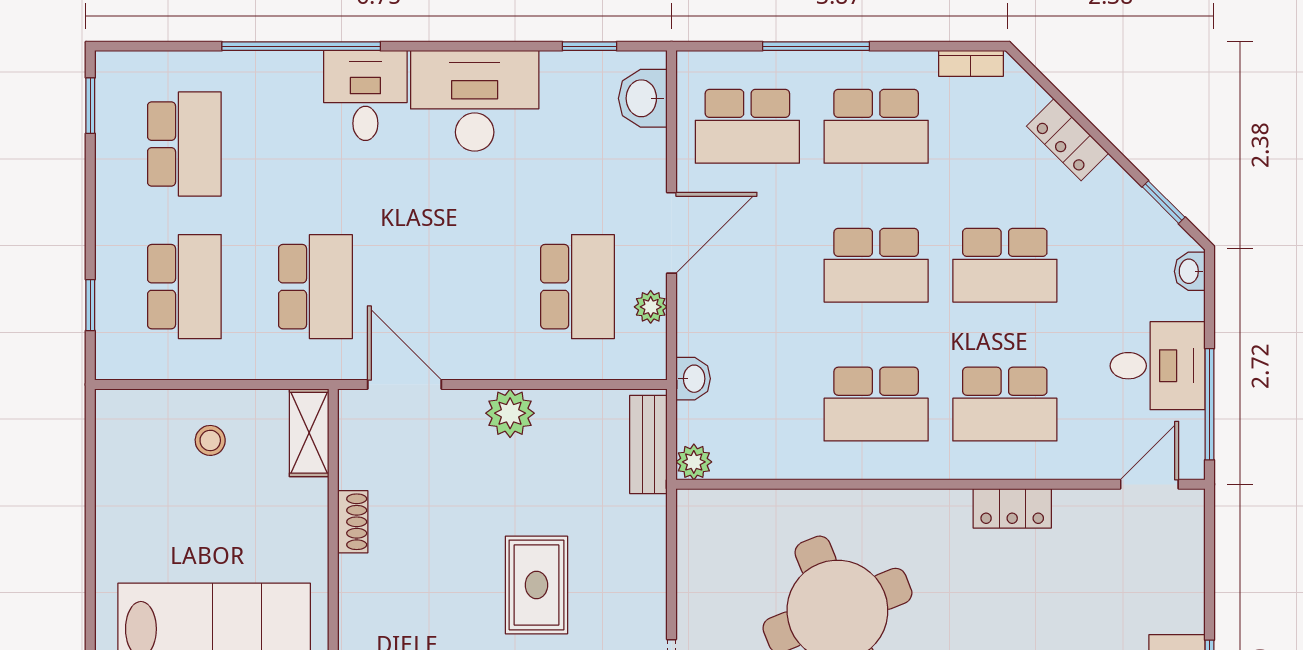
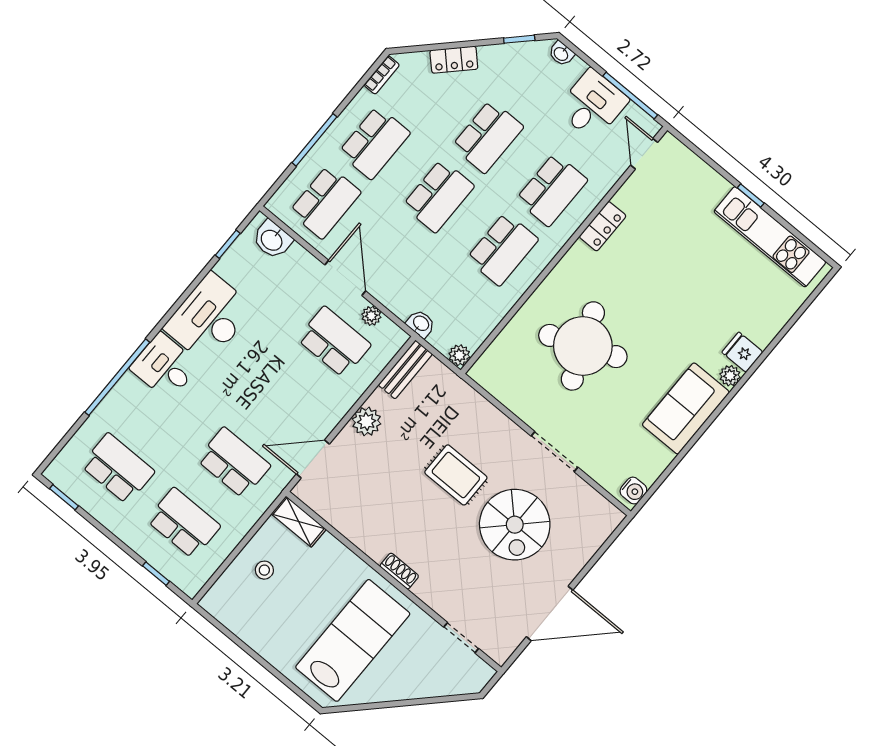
bench: (648, 444) -> (405, 369), moved, turned 90
shoe rack: (353, 522) -> (399, 571), moved

